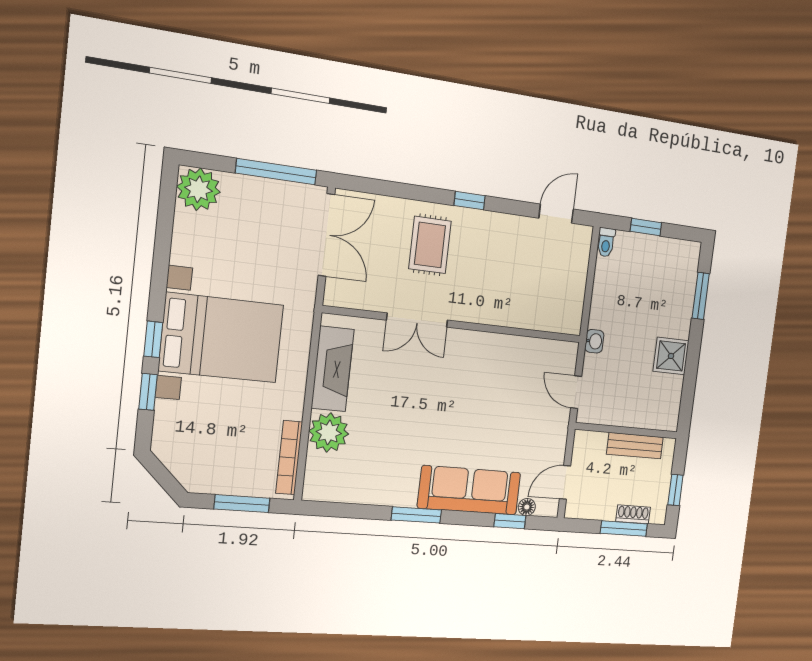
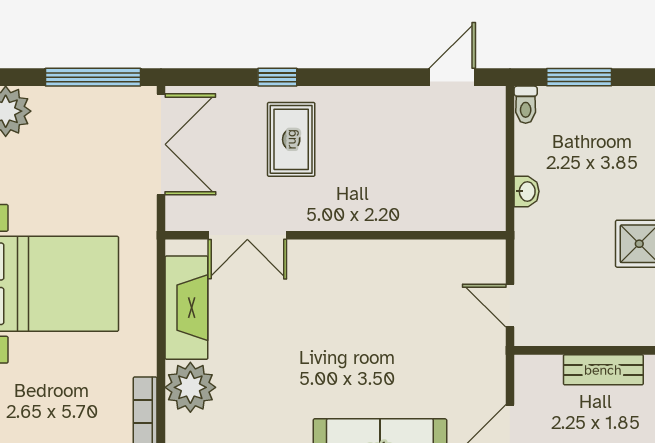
window: (470, 201) -> (277, 77), moved
window: (646, 227) -> (579, 77), width x1.50
double door: (417, 320) -> (247, 235), moved
washbasin: (594, 341) -> (527, 191), moved

